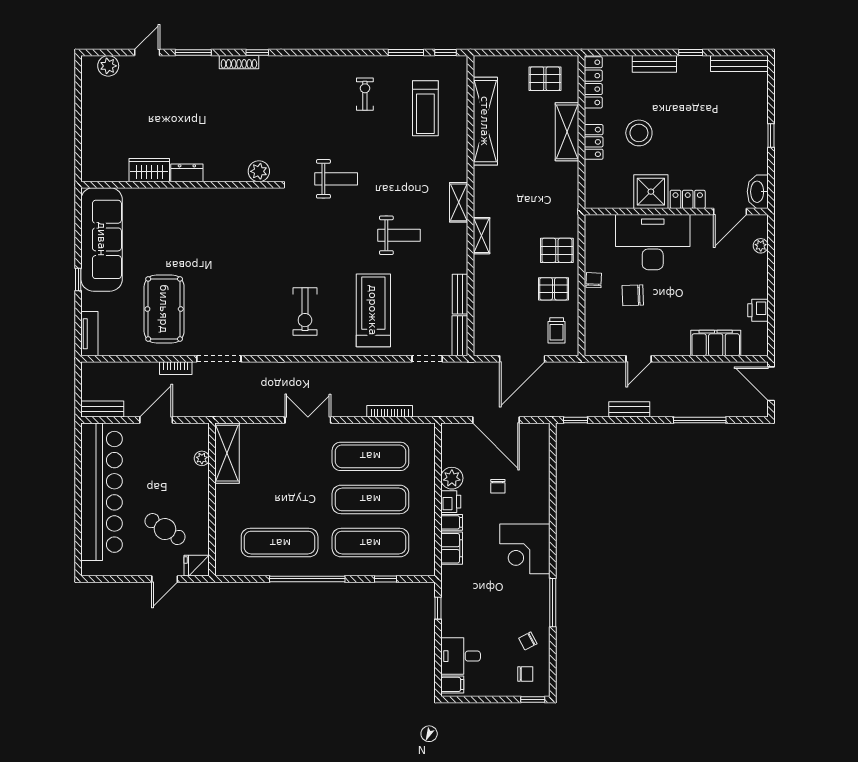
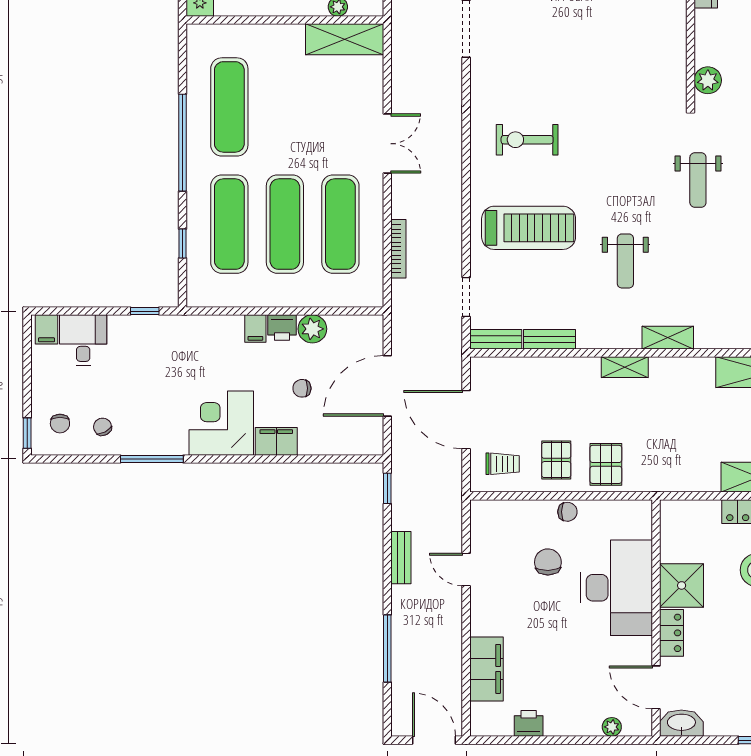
trolley: (557, 330) -> (503, 464), turned 180
door: (771, 384) -> (434, 740), hinge flipped
filing cabinet: (452, 548) -> (276, 441), moved, turned 180

